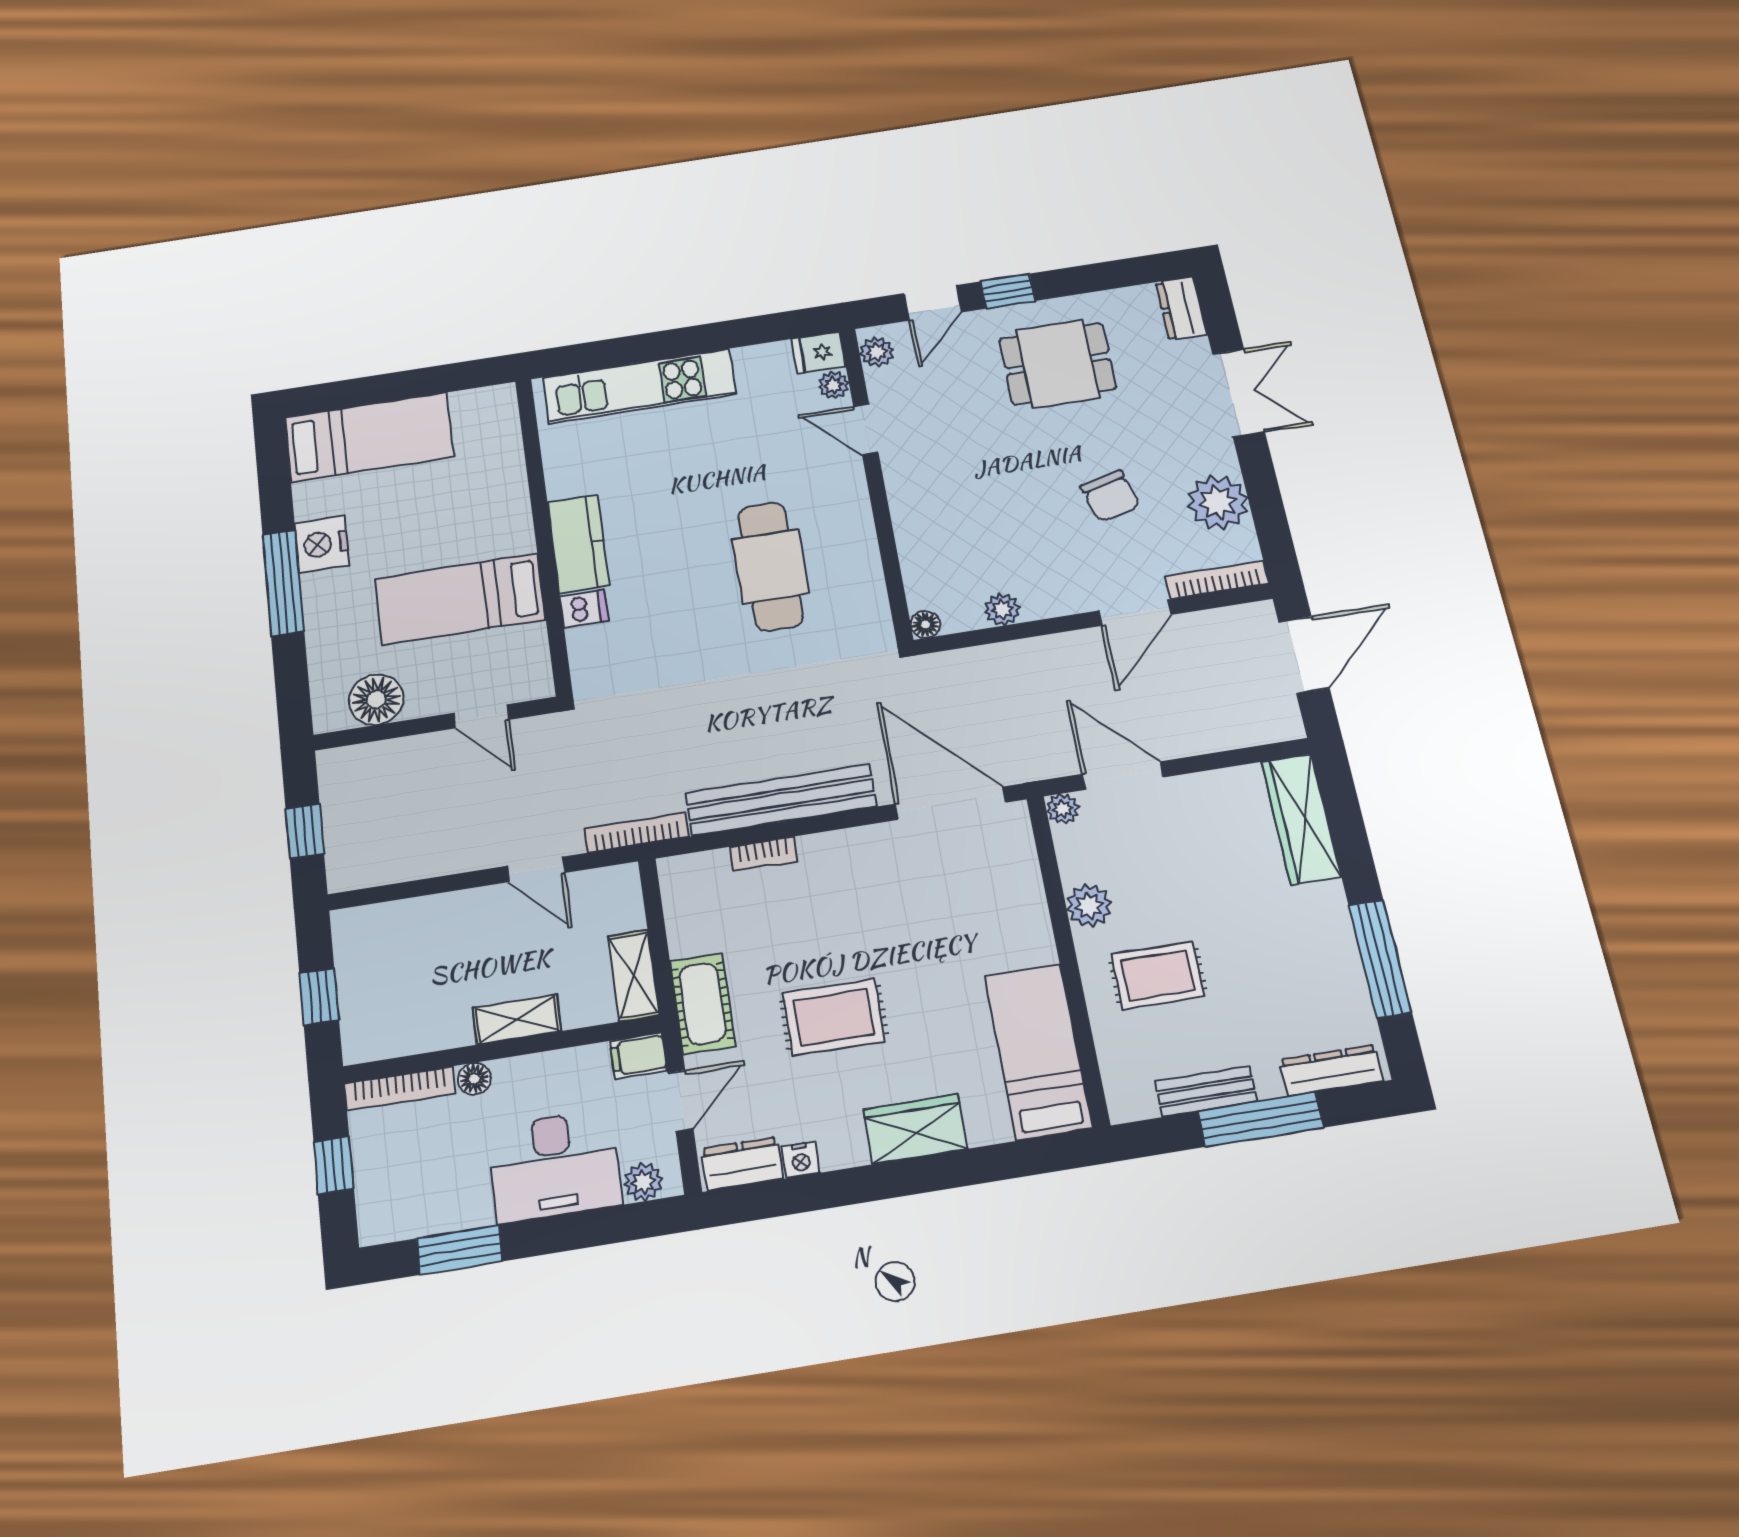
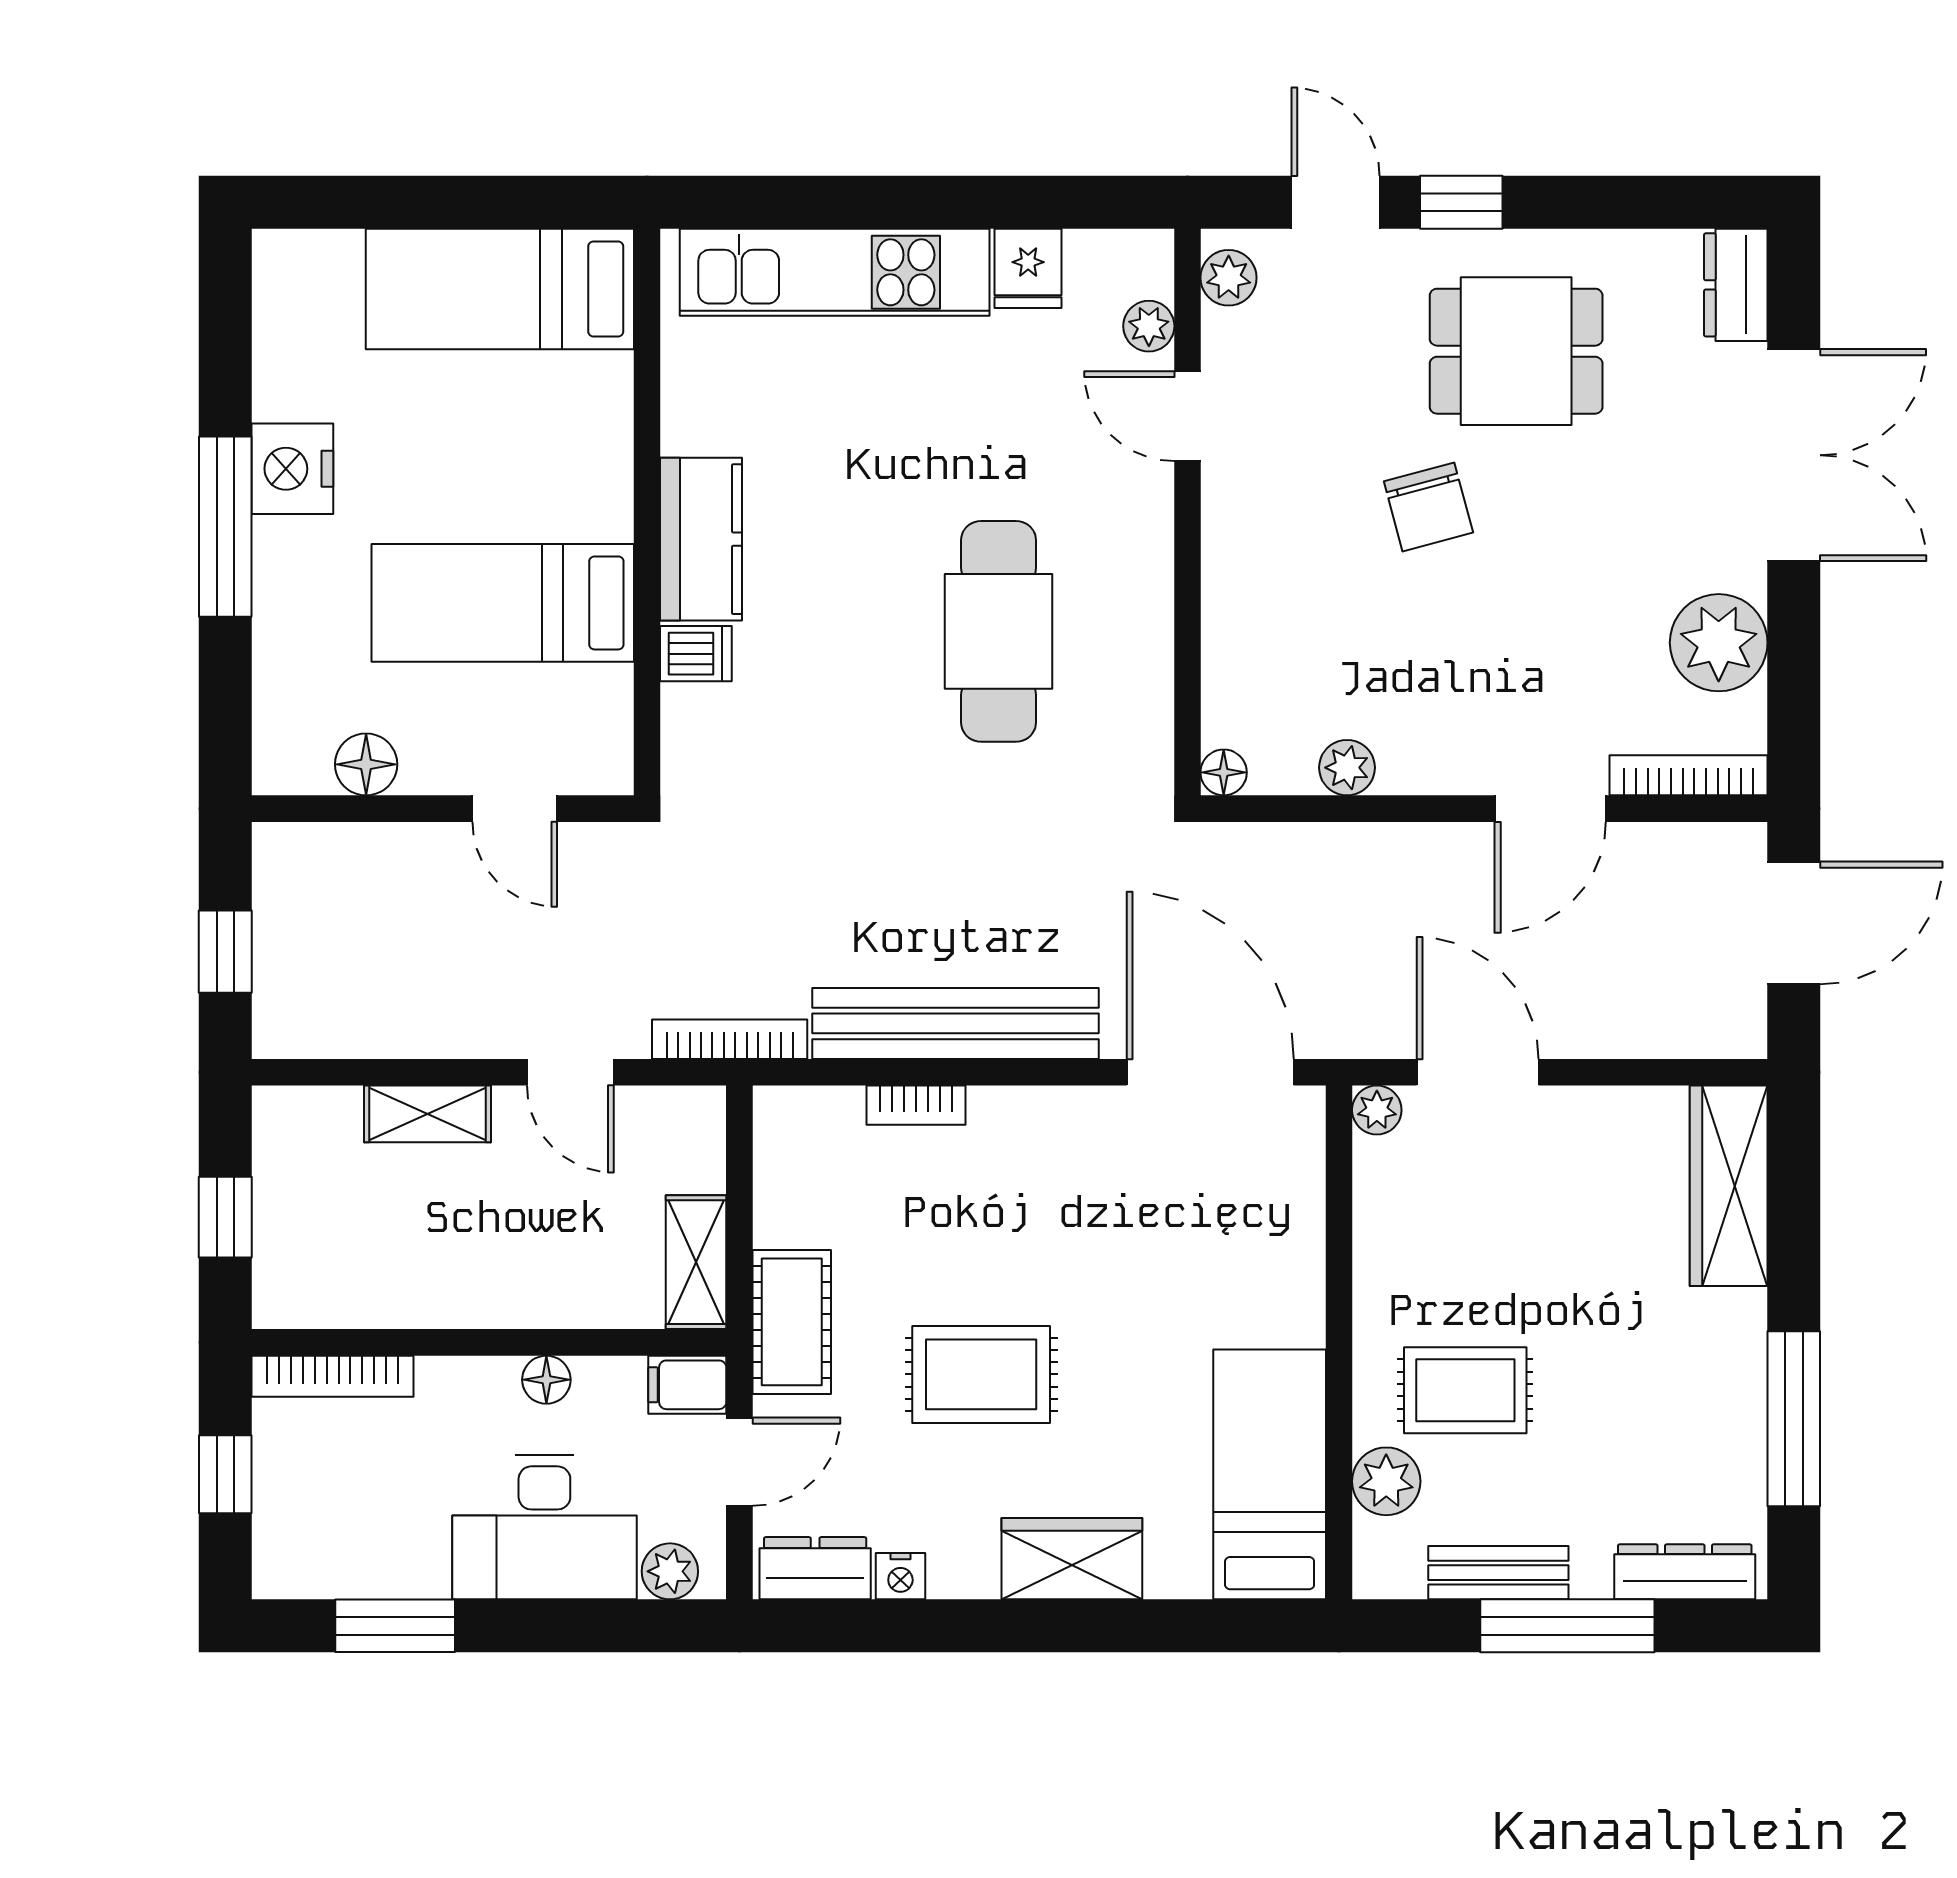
door: (933, 303) -> (1335, 202), swing flipped
fridge: (819, 353) -> (1028, 268), moved, turned -90
double door: (1238, 393) -> (1794, 455), width x1.37
bed: (369, 437) -> (500, 289), moved, turned 180
chair: (1110, 496) -> (1428, 507), moved
floor lamp: (376, 700) -> (366, 764), width x0.73, depth x0.73
plant: (1089, 906) -> (1386, 1481), moved
shelving: (517, 1019) -> (427, 1114), moved
floor lamp: (474, 1079) -> (546, 1380), moved

